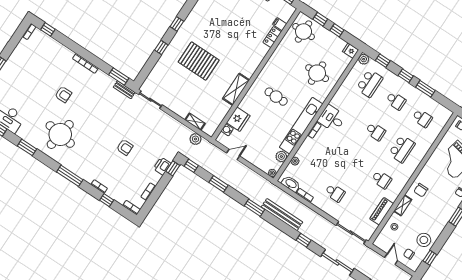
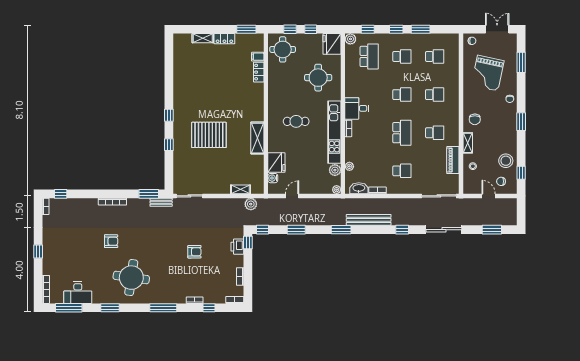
fridge: (351, 51) -> (332, 44), width x1.88, depth x1.34
school desk: (402, 149) -> (435, 95), width x0.54
school desk: (355, 162) -> (402, 133), added

